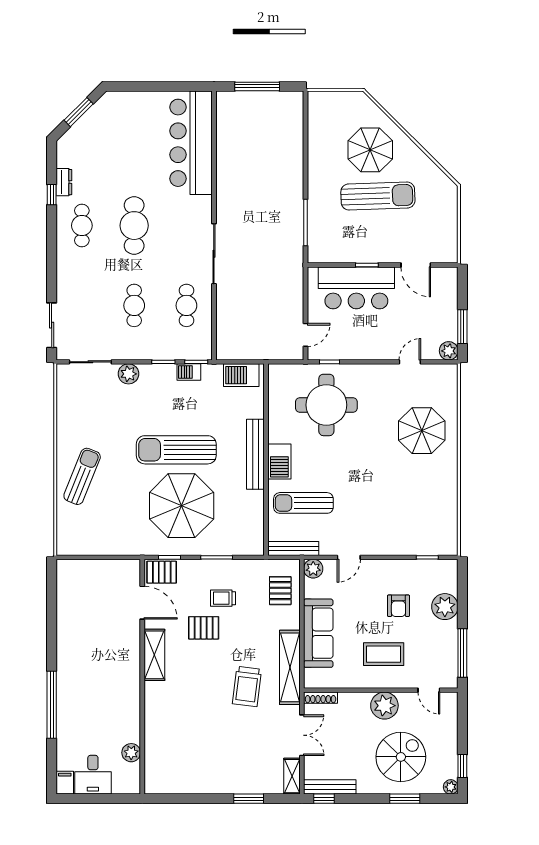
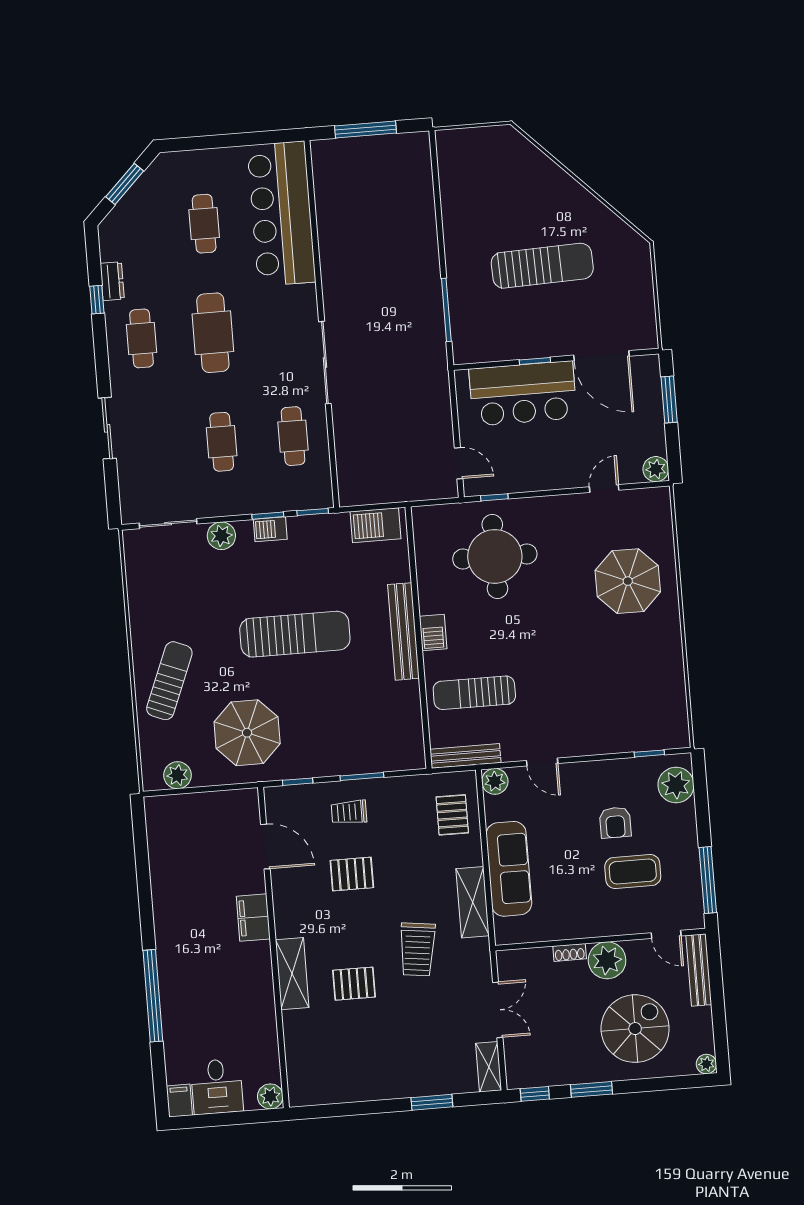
cafe table: (134, 146) -> (204, 224), added
parasol: (370, 150) -> (527, 204), removed
door: (416, 265) -> (601, 356), width x1.36
sliding door: (52, 325) -> (107, 428), moved
window: (462, 327) -> (669, 400), moved
door: (305, 335) -> (459, 463), hinge flipped
barbecue: (189, 372) -> (270, 529), moved
sun lounger: (176, 450) -> (295, 634), turned 180
barbecue: (279, 462) -> (433, 632), width x0.73, depth x0.79
parasol: (182, 506) -> (247, 733), moved, width x0.73, depth x0.73
plant: (82, 546) -> (177, 775), added
door: (349, 557) -> (542, 762), hinge flipped
pallet: (162, 572) -> (354, 984), moved
trolley: (223, 598) -> (349, 812), moved
plant: (445, 607) -> (676, 785), moved
filing cabinet: (129, 654) -> (253, 918), added
coffee table: (384, 654) -> (633, 872), moved
shelving: (154, 655) -> (292, 974), moved
shelving: (290, 667) -> (473, 902), width x0.68
shoe rack: (321, 698) -> (570, 952), moved, width x0.70
plant: (131, 753) -> (270, 1096), moved
window: (462, 766) -> (720, 1034), removed
bench: (330, 787) -> (699, 970), moved, turned 90
window: (405, 799) -> (591, 1089), moved

